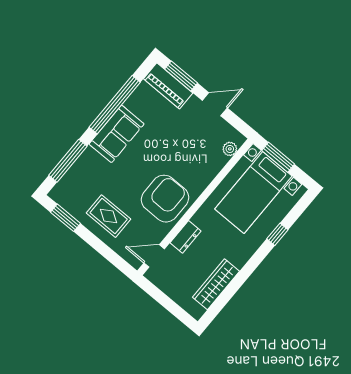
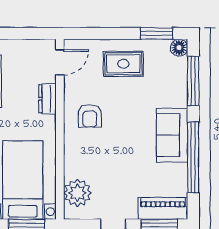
plant: (230, 149) -> (77, 193), width x1.88, depth x1.88
floor lamp: (58, 194) -> (179, 48), added
armchair: (165, 199) -> (90, 116), width x0.53, depth x0.53

